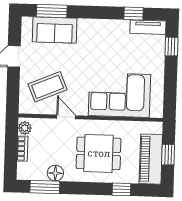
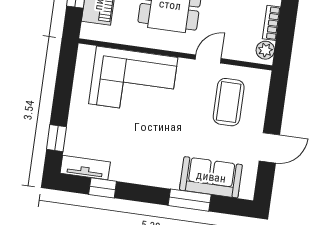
window: (52, 11) -> (190, 200), moved
coffee table: (48, 87) -> (229, 102), turned -67
door: (66, 117) -> (208, 59), swing flipped

